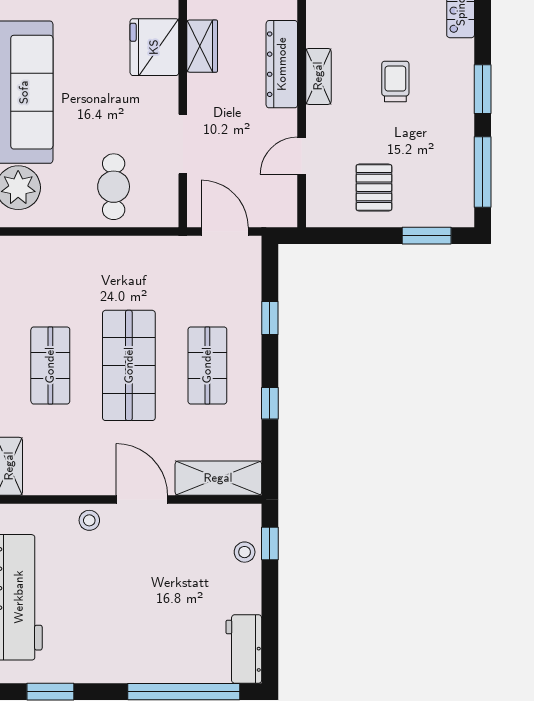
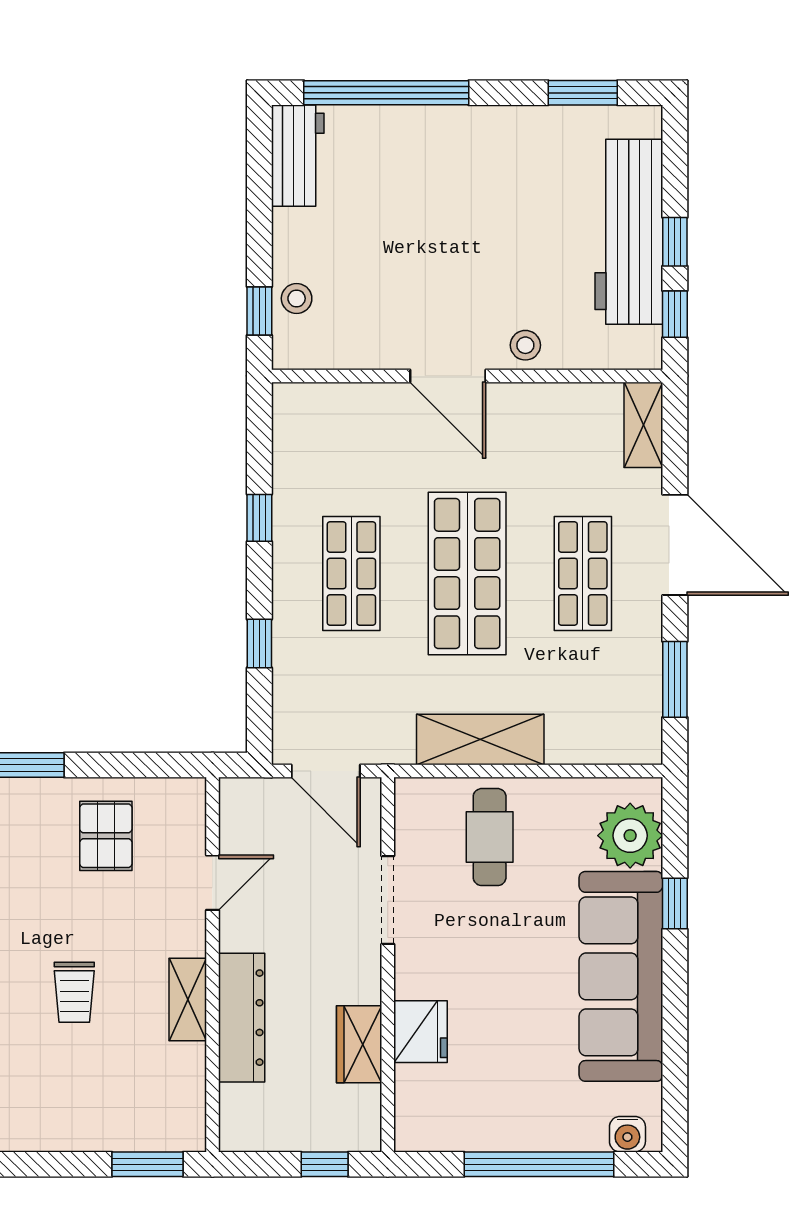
fridge: (154, 47) -> (420, 1032), width x0.73, depth x0.75
shelving: (218, 478) -> (480, 740), moved

